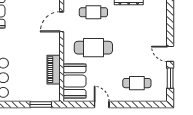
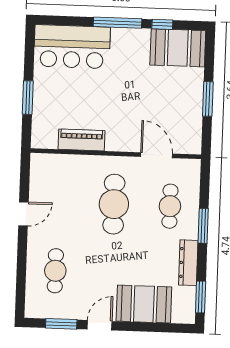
booth: (74, 81) -> (144, 304), moved
window: (41, 104) -> (28, 98), moved

